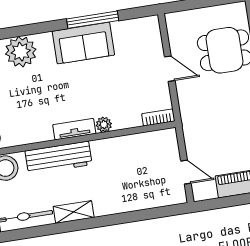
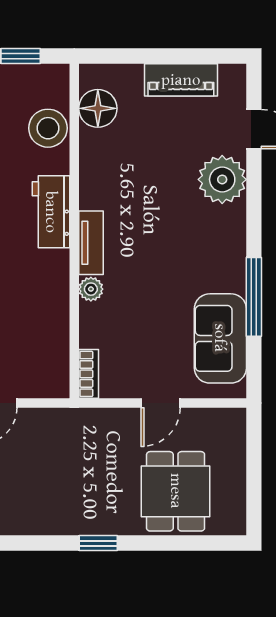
sofa: (83, 43) -> (220, 338), moved
workbench: (59, 158) -> (51, 212), width x0.73

